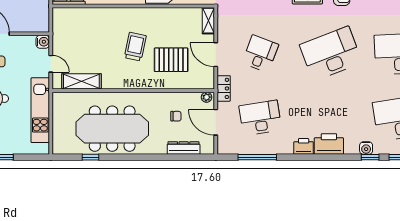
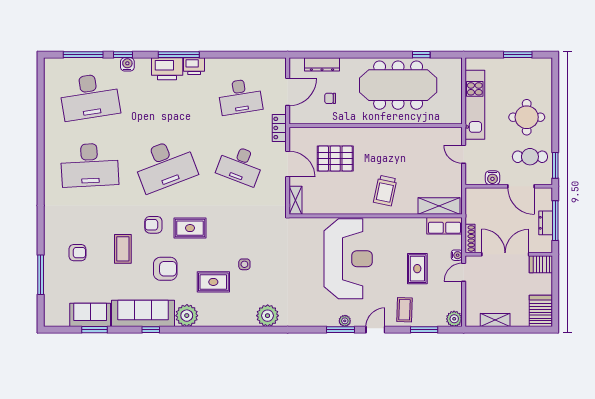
water cooler: (43, 42) -> (492, 178), moved, turned -90
trolley: (135, 47) -> (385, 191), moved
desk: (260, 54) -> (240, 165), width x1.37
shelving: (81, 81) -> (439, 206), moved
plant: (207, 97) -> (297, 119), removed
door: (216, 122) -> (288, 92), hinge flipped
window: (257, 157) -> (179, 55), moved

